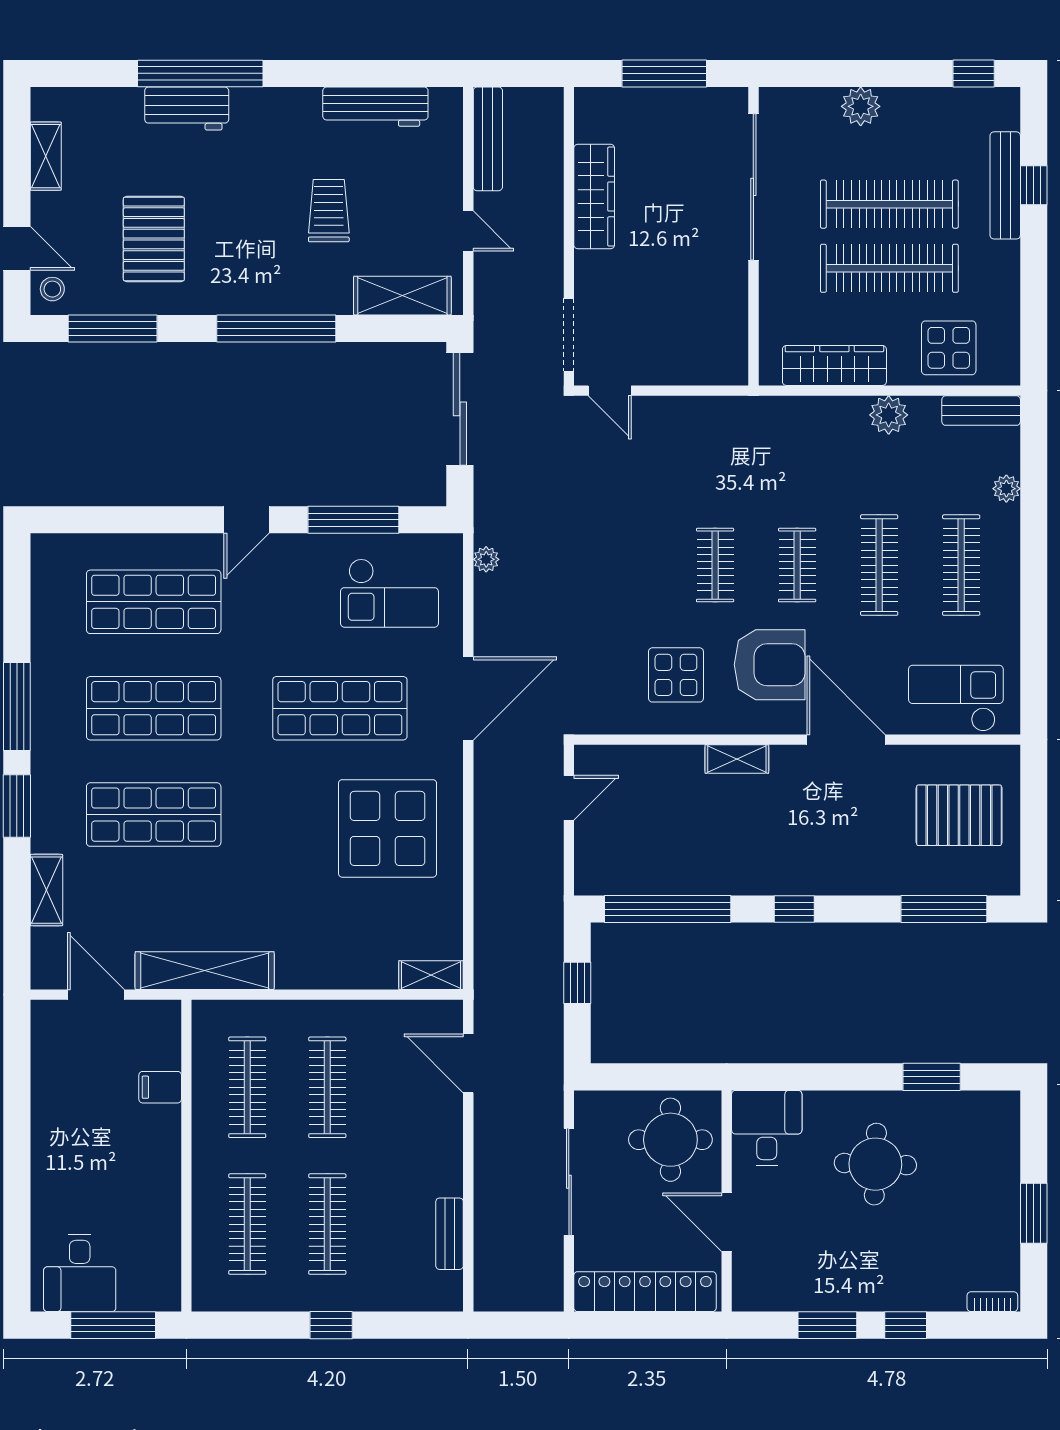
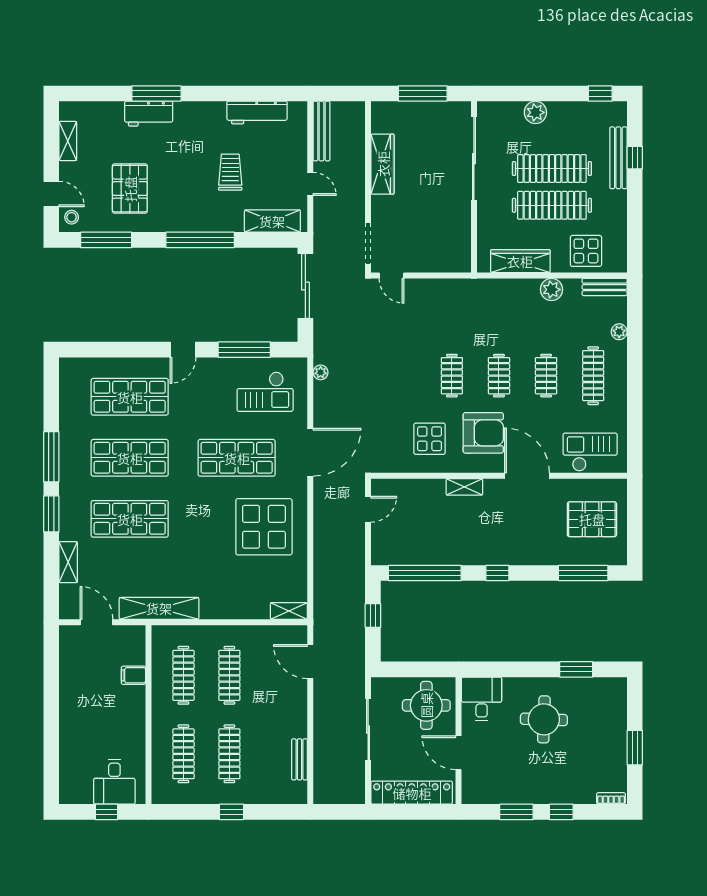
window: (200, 73) -> (156, 94), width x0.68
clothes rail: (879, 565) -> (546, 376), width x0.73
desk: (80, 1273) -> (114, 782), moved
window: (113, 1325) -> (106, 812), width x0.46

